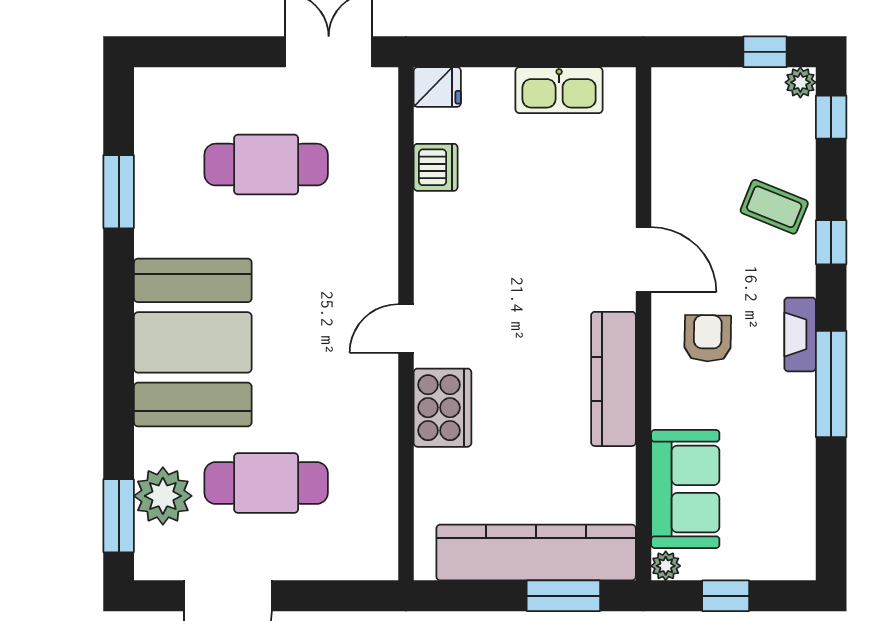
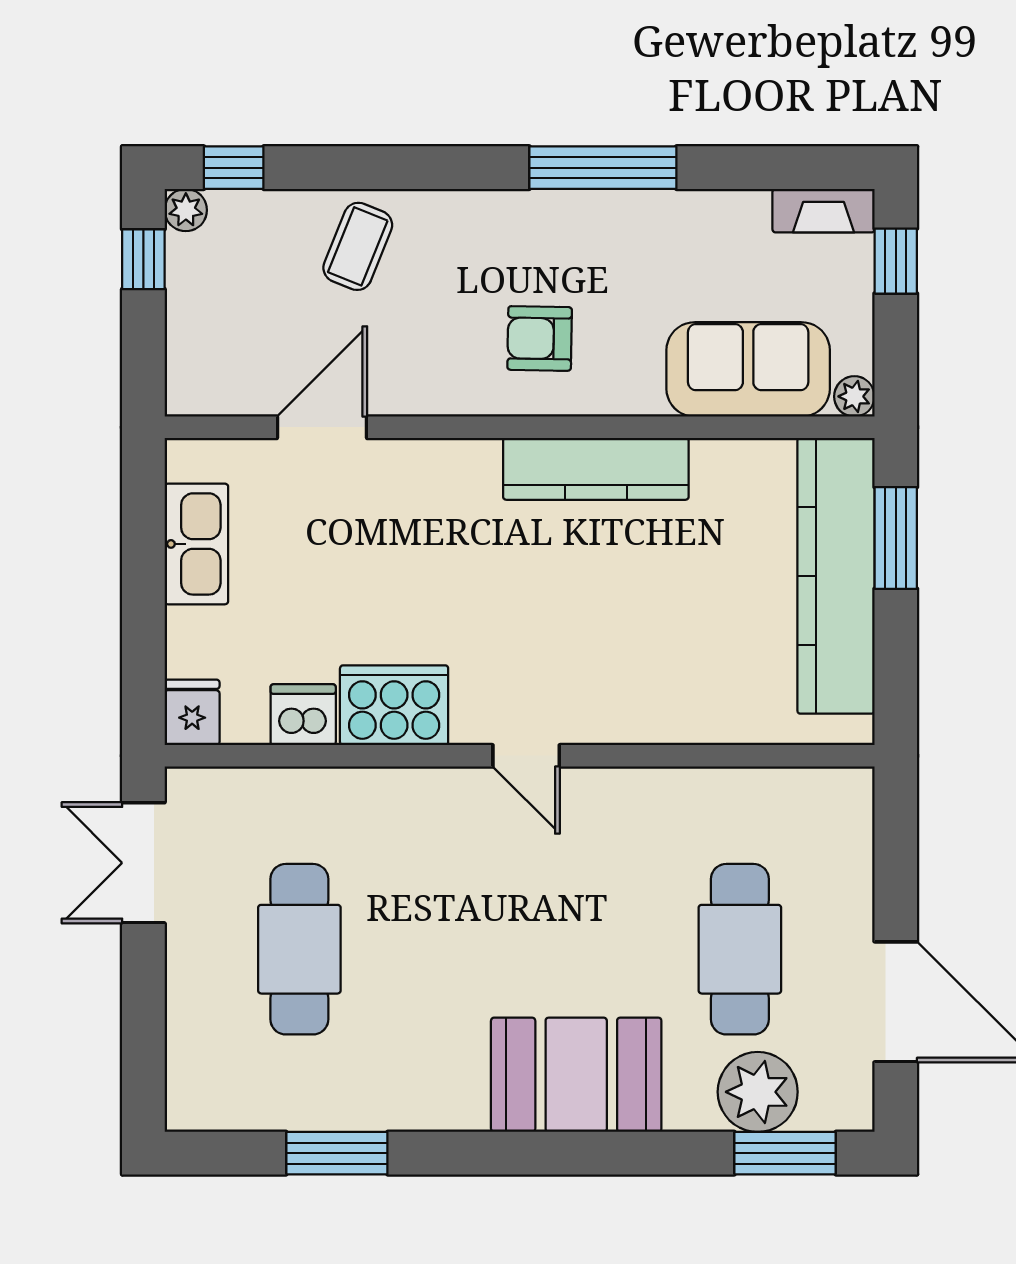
window: (831, 242) -> (407, 168), removed
door: (643, 260) -> (322, 427), moved
fireplace: (800, 334) -> (824, 211), moved
booth: (193, 342) -> (576, 1075), width x0.73, depth x0.70
cooker: (442, 408) -> (394, 705), moved
window: (726, 596) -> (896, 261), moved

